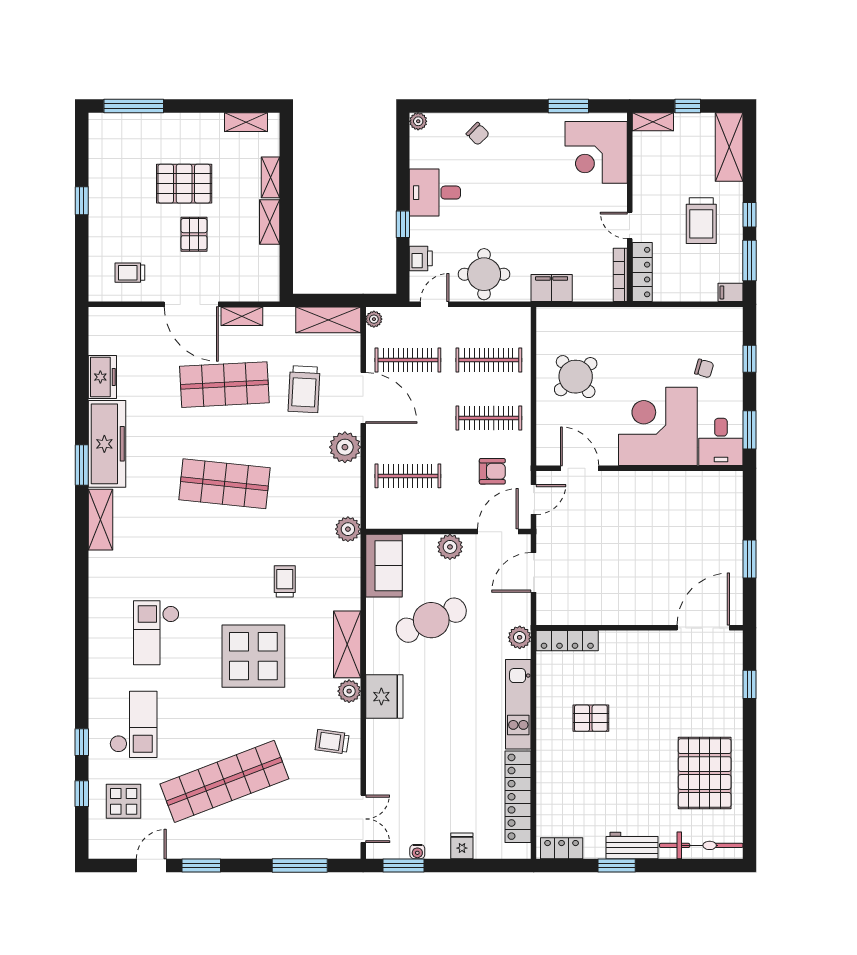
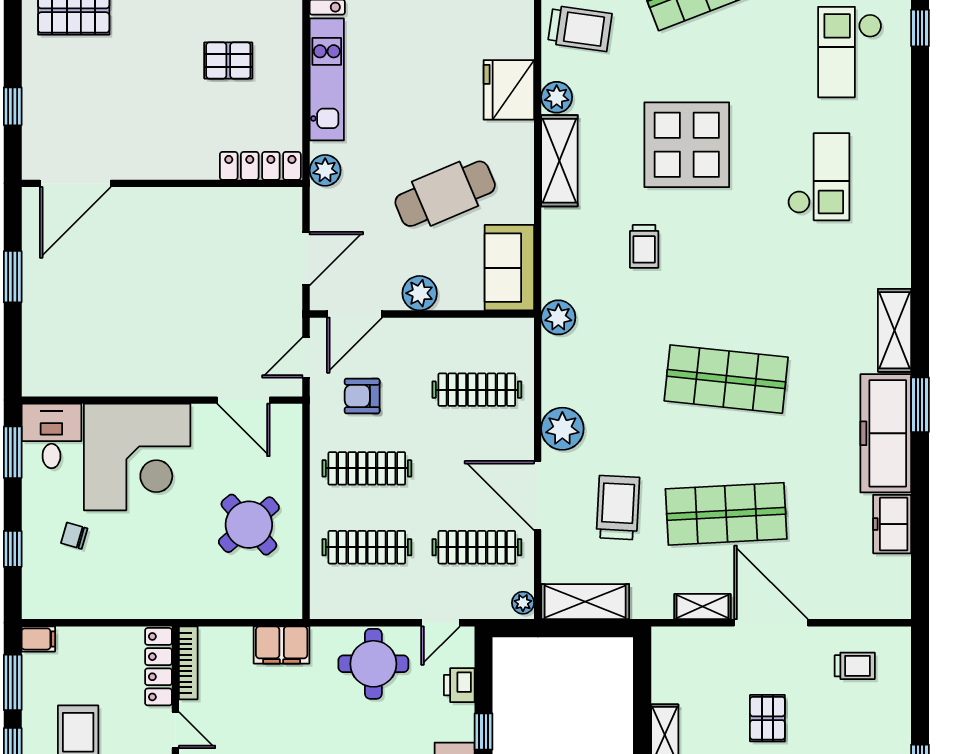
trolley: (332, 742) -> (580, 29), width x1.36, depth x1.39

